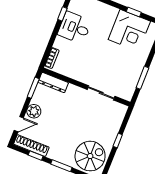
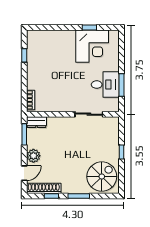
desk: (75, 28) -> (105, 85), moved, turned 180
dresser: (53, 83) -> (37, 122), width x0.70

